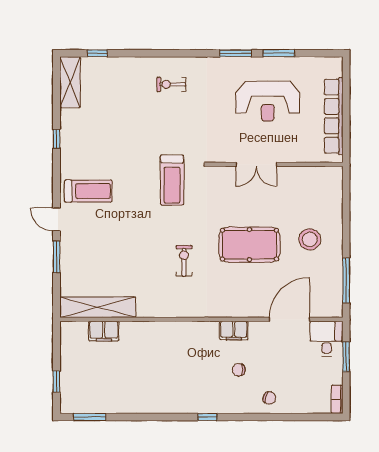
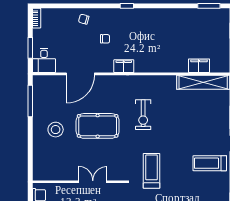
exercise bike: (184, 261) -> (143, 115), width x1.38, depth x1.39
door: (290, 319) -> (80, 74), moved
filing cabinet: (234, 330) -> (124, 66), moved

